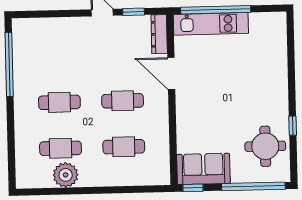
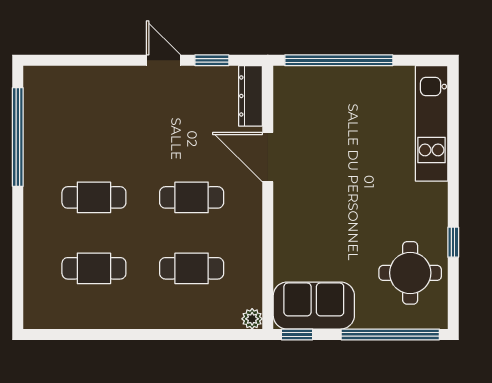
kitchen unit: (211, 24) -> (432, 123), moved, turned 90
plant: (66, 175) -> (252, 319), moved, width x0.53, depth x0.53

